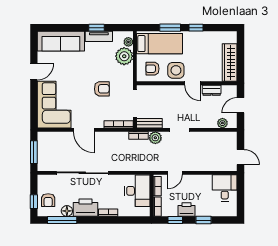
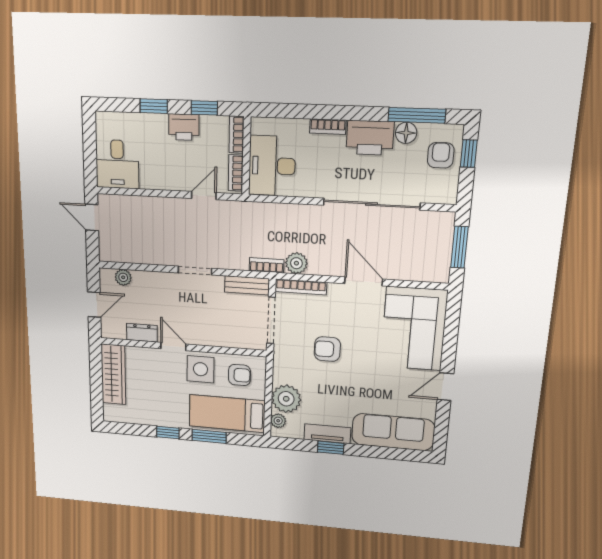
plant: (155, 138) -> (296, 263), moved

